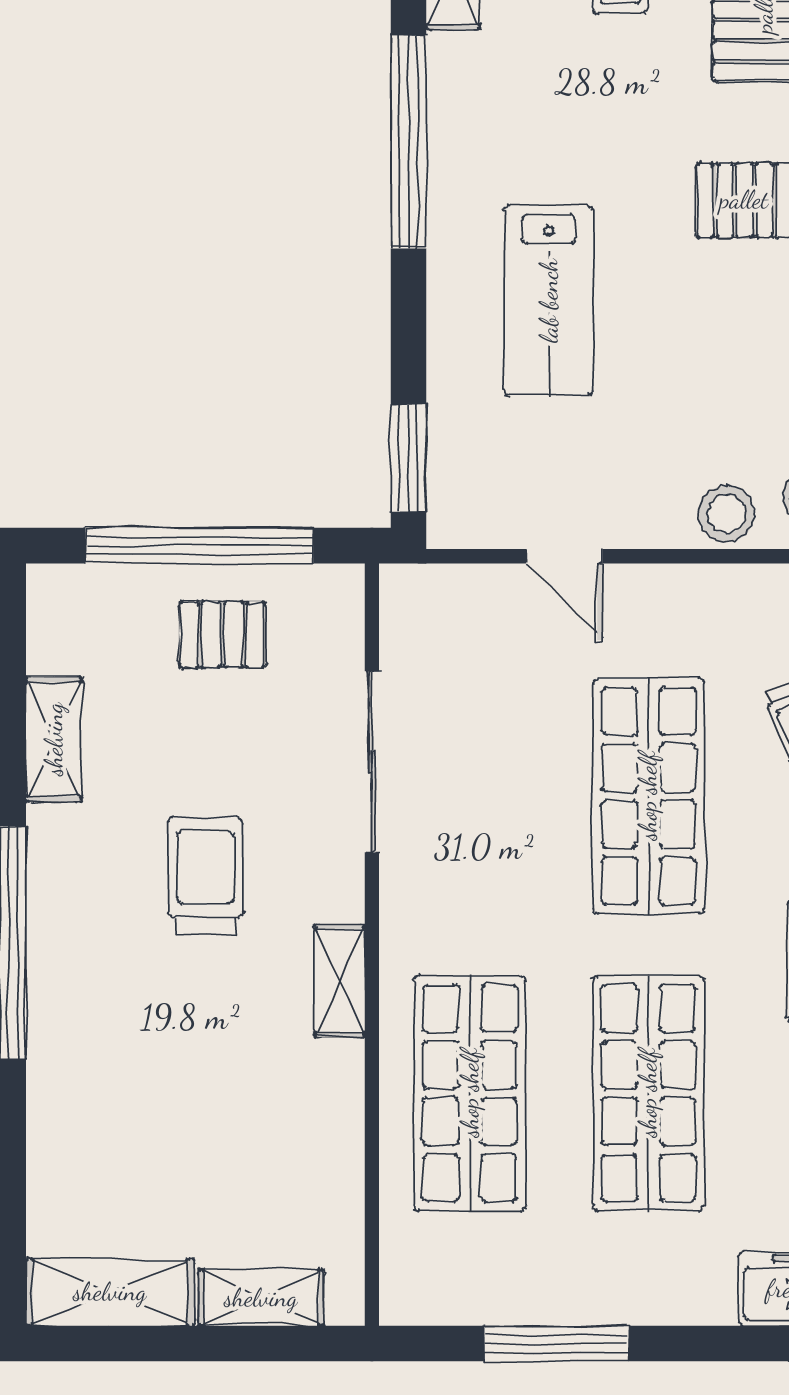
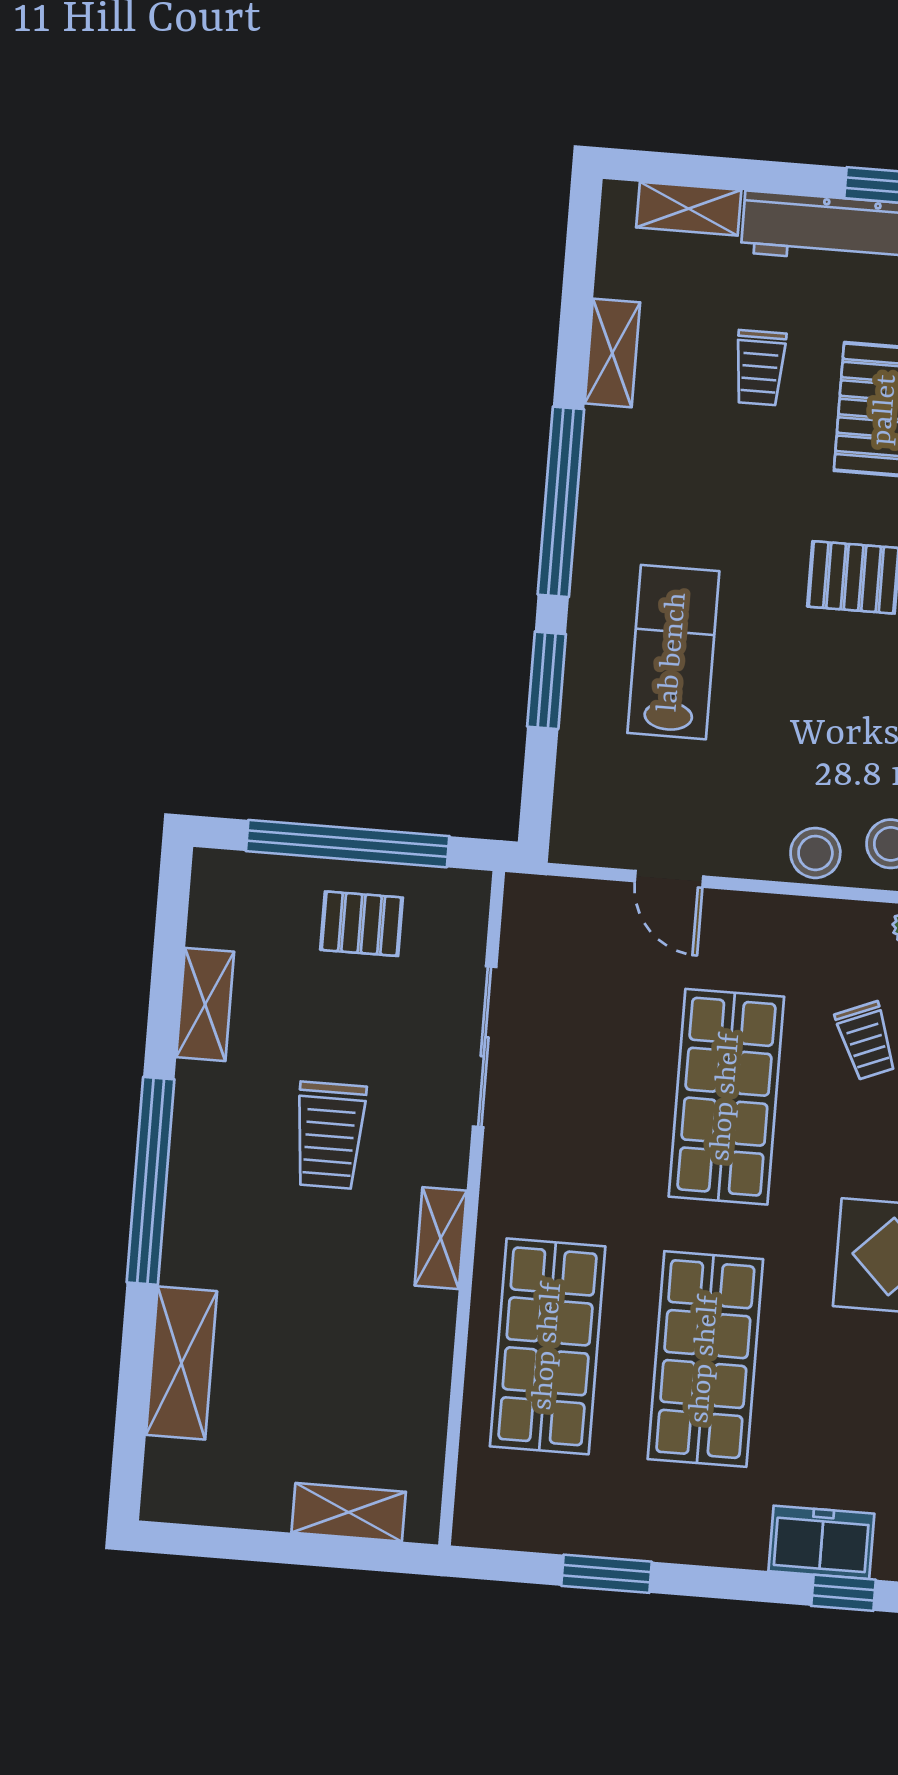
lab bench: (549, 301) -> (673, 652), turned 180
window: (408, 458) -> (547, 680), moved
trolley: (206, 875) -> (330, 1135), turned 180
shelving: (110, 1292) -> (181, 1363), moved, turned 90
window: (557, 1344) -> (606, 1574), width x0.69

